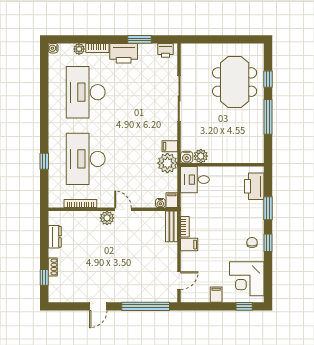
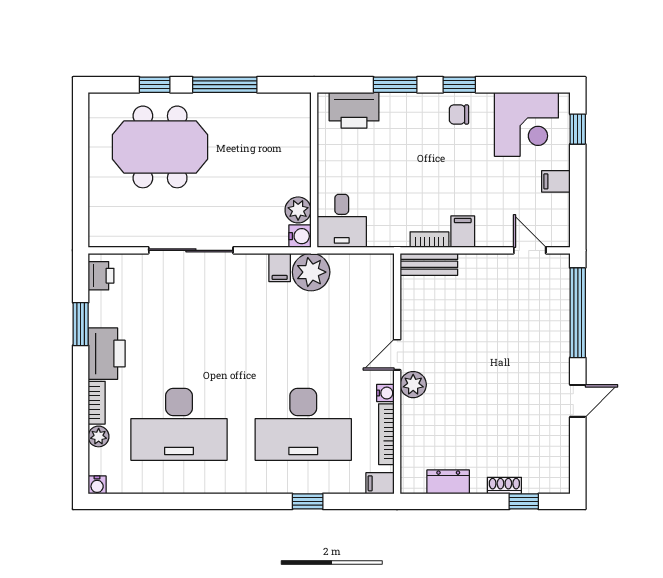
filing cabinet: (172, 200) -> (380, 483), moved
water cooler: (160, 203) -> (385, 393), moved
door: (98, 306) -> (578, 401), hinge flipped

